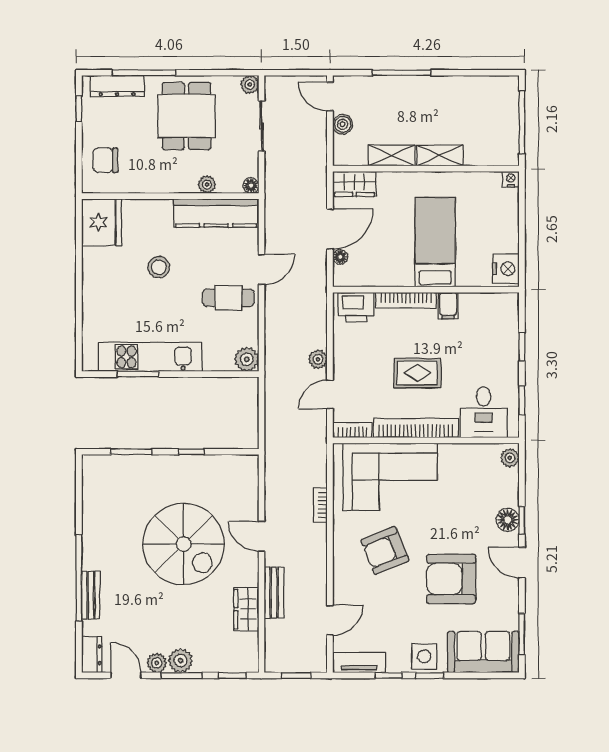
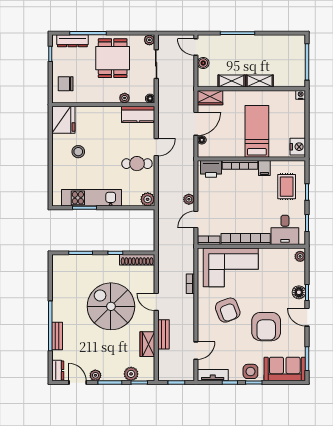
kitchen counter: (216, 213) -> (138, 114), width x0.67
stool: (159, 267) -> (78, 152), moved
rug: (417, 373) -> (287, 187), moved, turned 90
shoe rack: (229, 464) -> (137, 260), added
spiral stairs: (184, 544) -> (111, 306), turned 180
armchair: (385, 550) -> (228, 310), turned -89
armchair: (451, 579) -> (266, 327), turned -90
plant: (181, 661) -> (131, 374), moved

